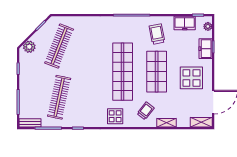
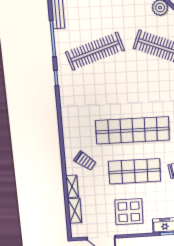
clothes rail: (59, 97) -> (95, 51), turned -30
display table: (115, 116) -> (75, 124), removed
shelving: (201, 122) -> (75, 211), moved

